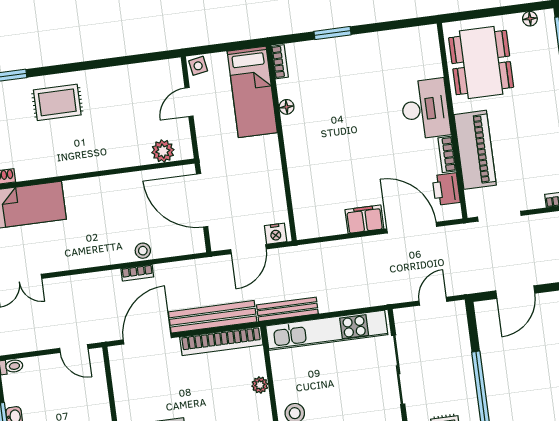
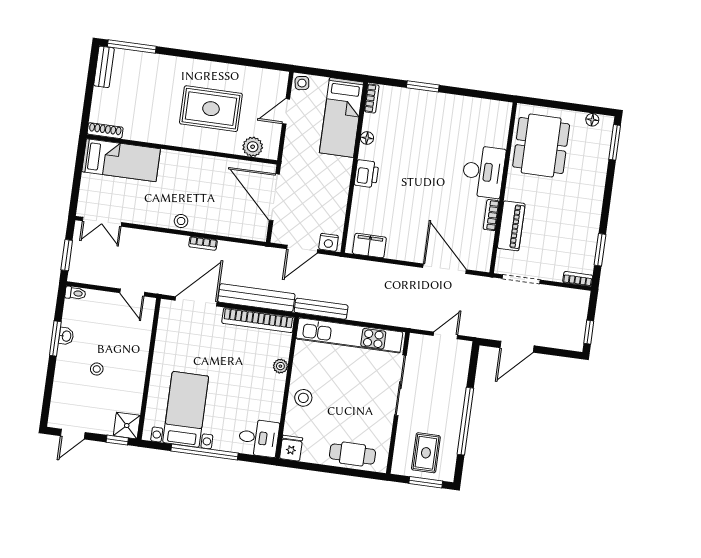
rug: (57, 102) -> (211, 109), moved, width x1.36, depth x1.43
piano: (475, 150) -> (511, 226), width x0.73, depth x0.75
printer: (446, 189) -> (367, 174), moved, turned 180
filing cabinet: (364, 219) -> (369, 246), moved
stool: (143, 251) -> (181, 221), moved

